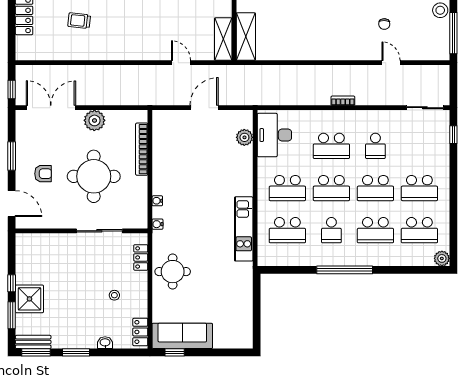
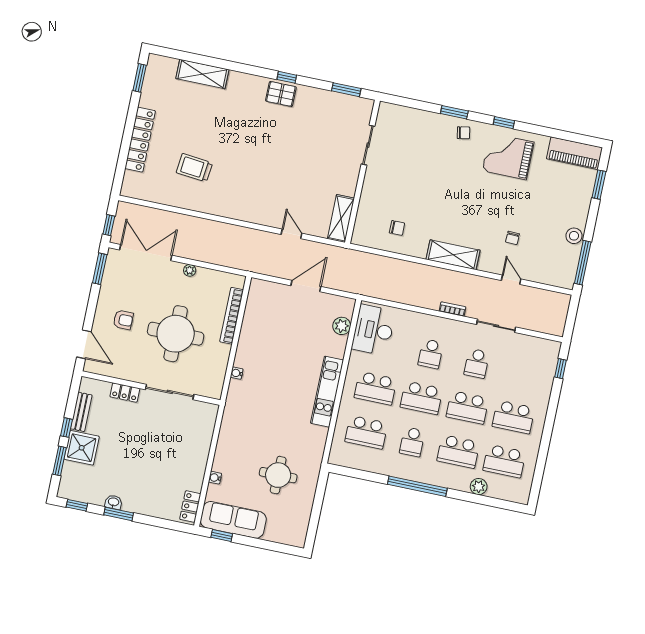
trolley: (79, 21) -> (194, 168), width x1.36, depth x1.39
shelving: (246, 37) -> (453, 255), moved, turned 90
chair: (276, 37) -> (397, 228), added
sliding door: (425, 108) -> (496, 326), moved
plant: (94, 120) -> (190, 270), width x0.53, depth x0.53
school desk: (331, 146) -> (431, 354), width x0.54
window: (12, 156) -> (100, 269), moved
water cooler: (157, 224) -> (215, 478), moved
kitchen unit: (244, 229) -> (327, 392), moved
locker: (141, 257) -> (125, 393), moved, turned -90
plant: (442, 258) -> (479, 487), moved
round table: (173, 272) -> (278, 475), moved
stool: (114, 295) -> (171, 462), removed
bench: (33, 342) -> (81, 412), moved, turned 90
washbasin: (105, 343) -> (113, 502), moved
window: (36, 352) -> (77, 505), width x0.67

